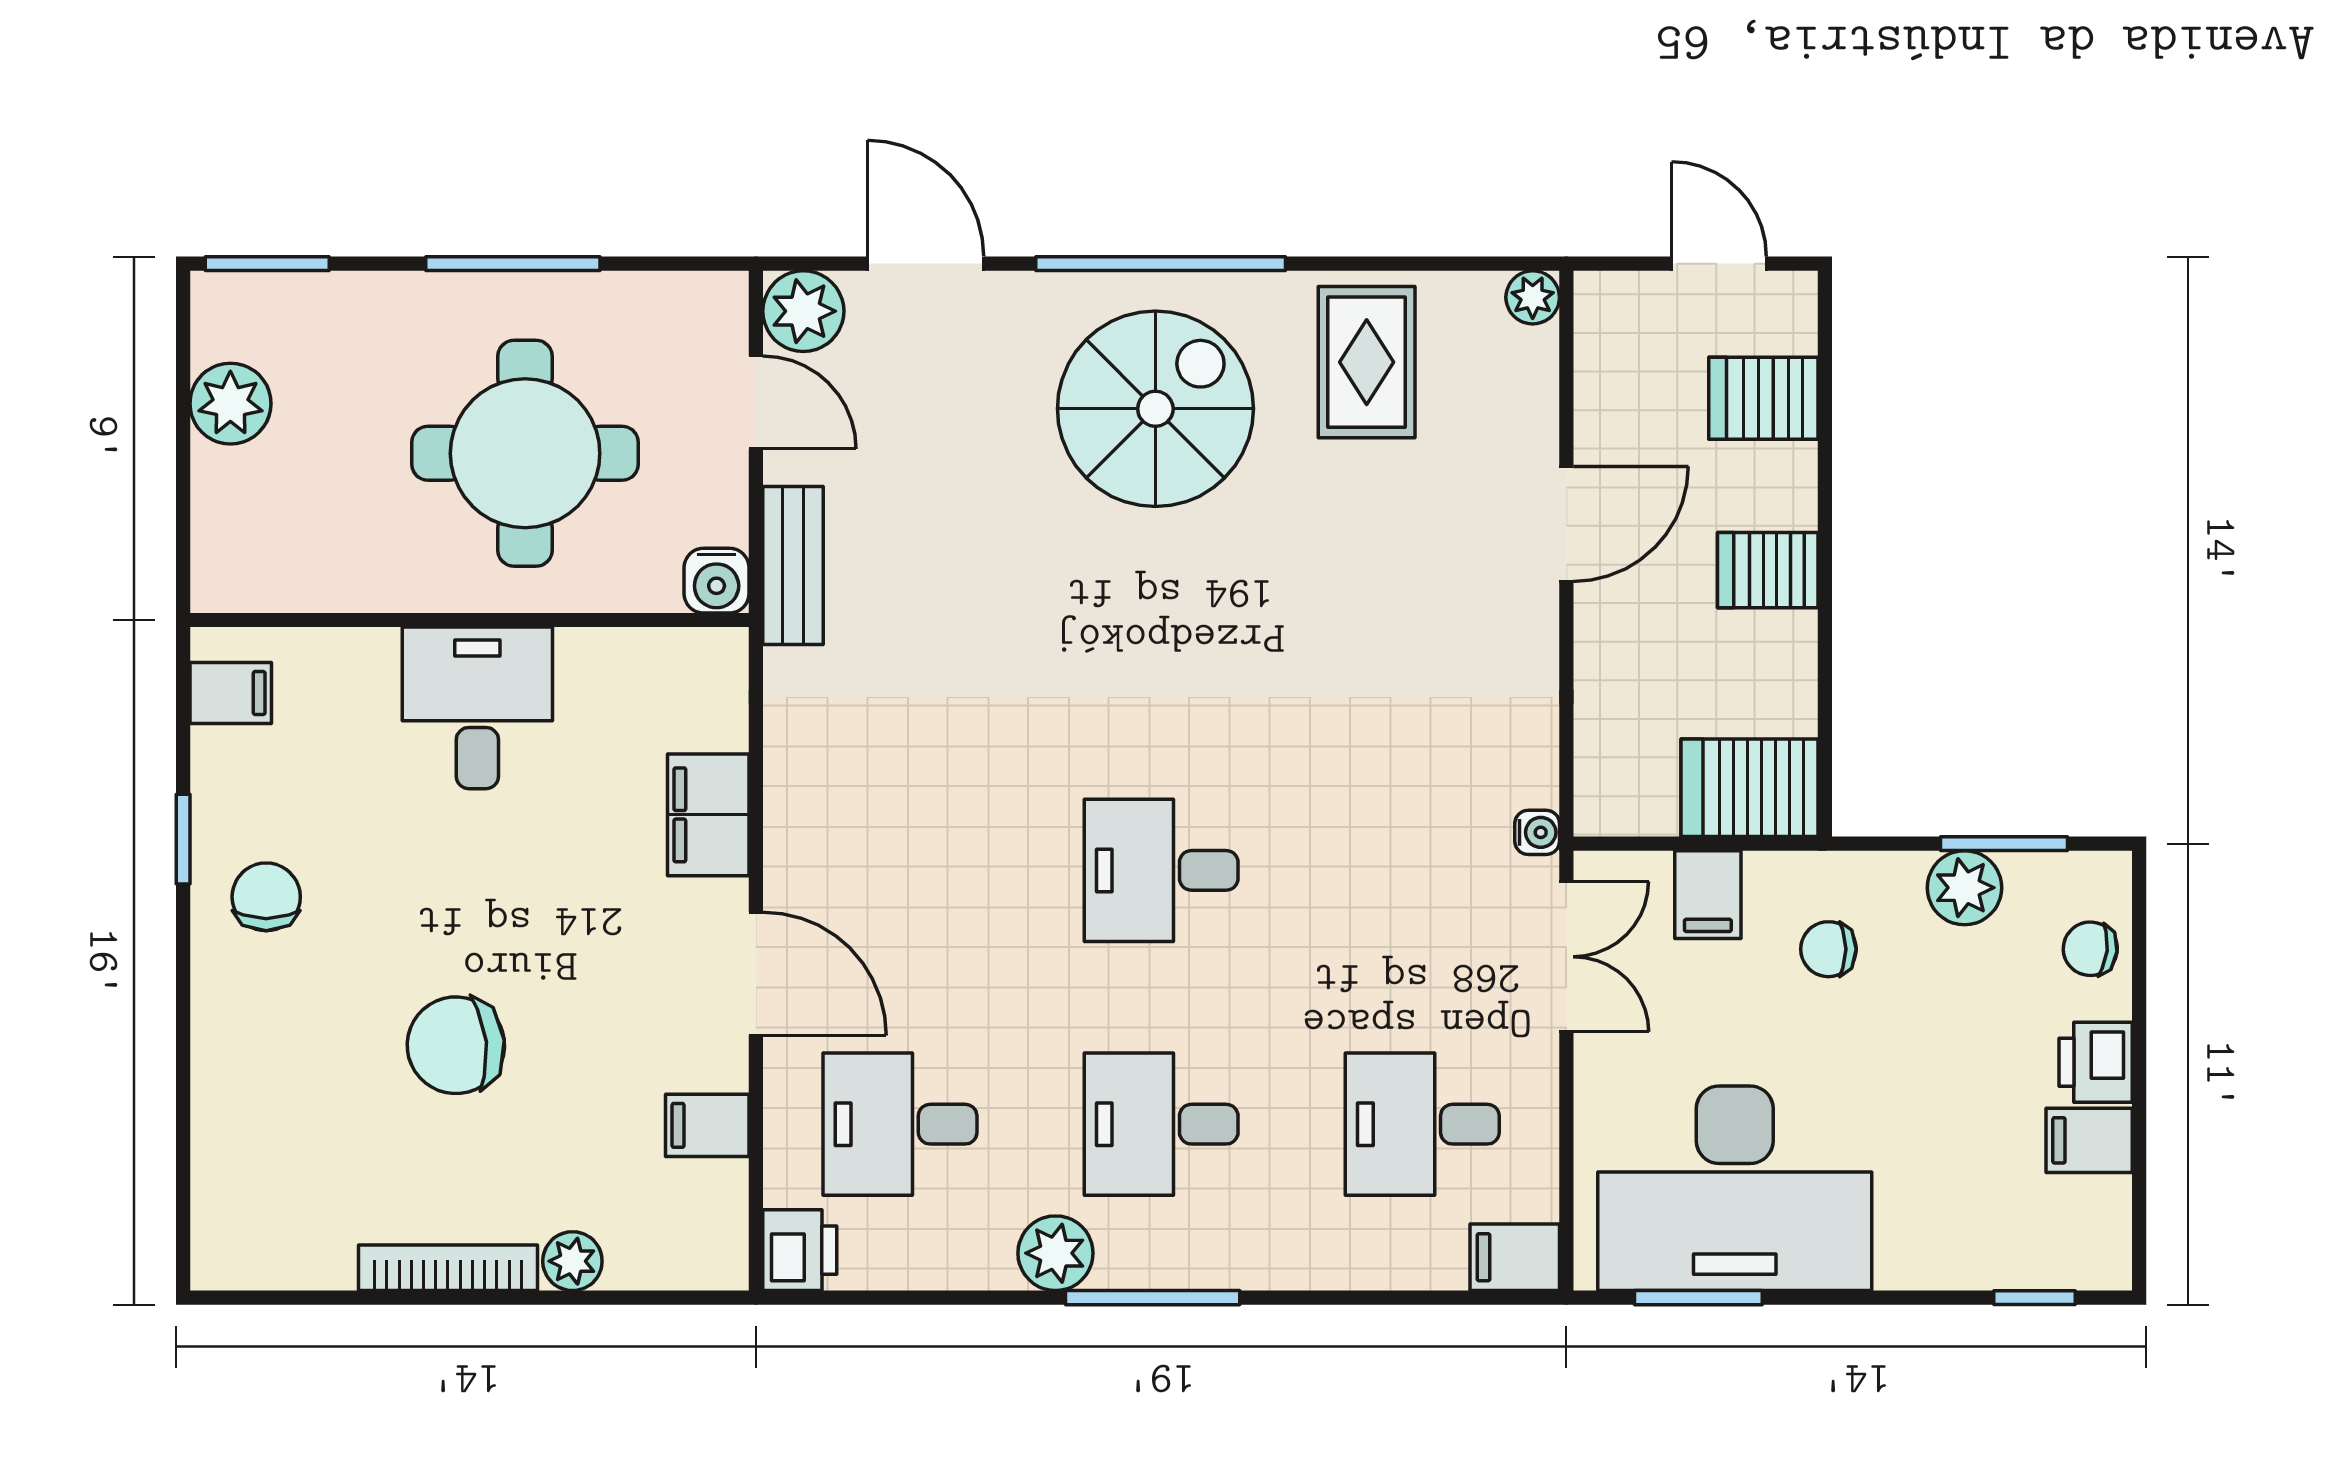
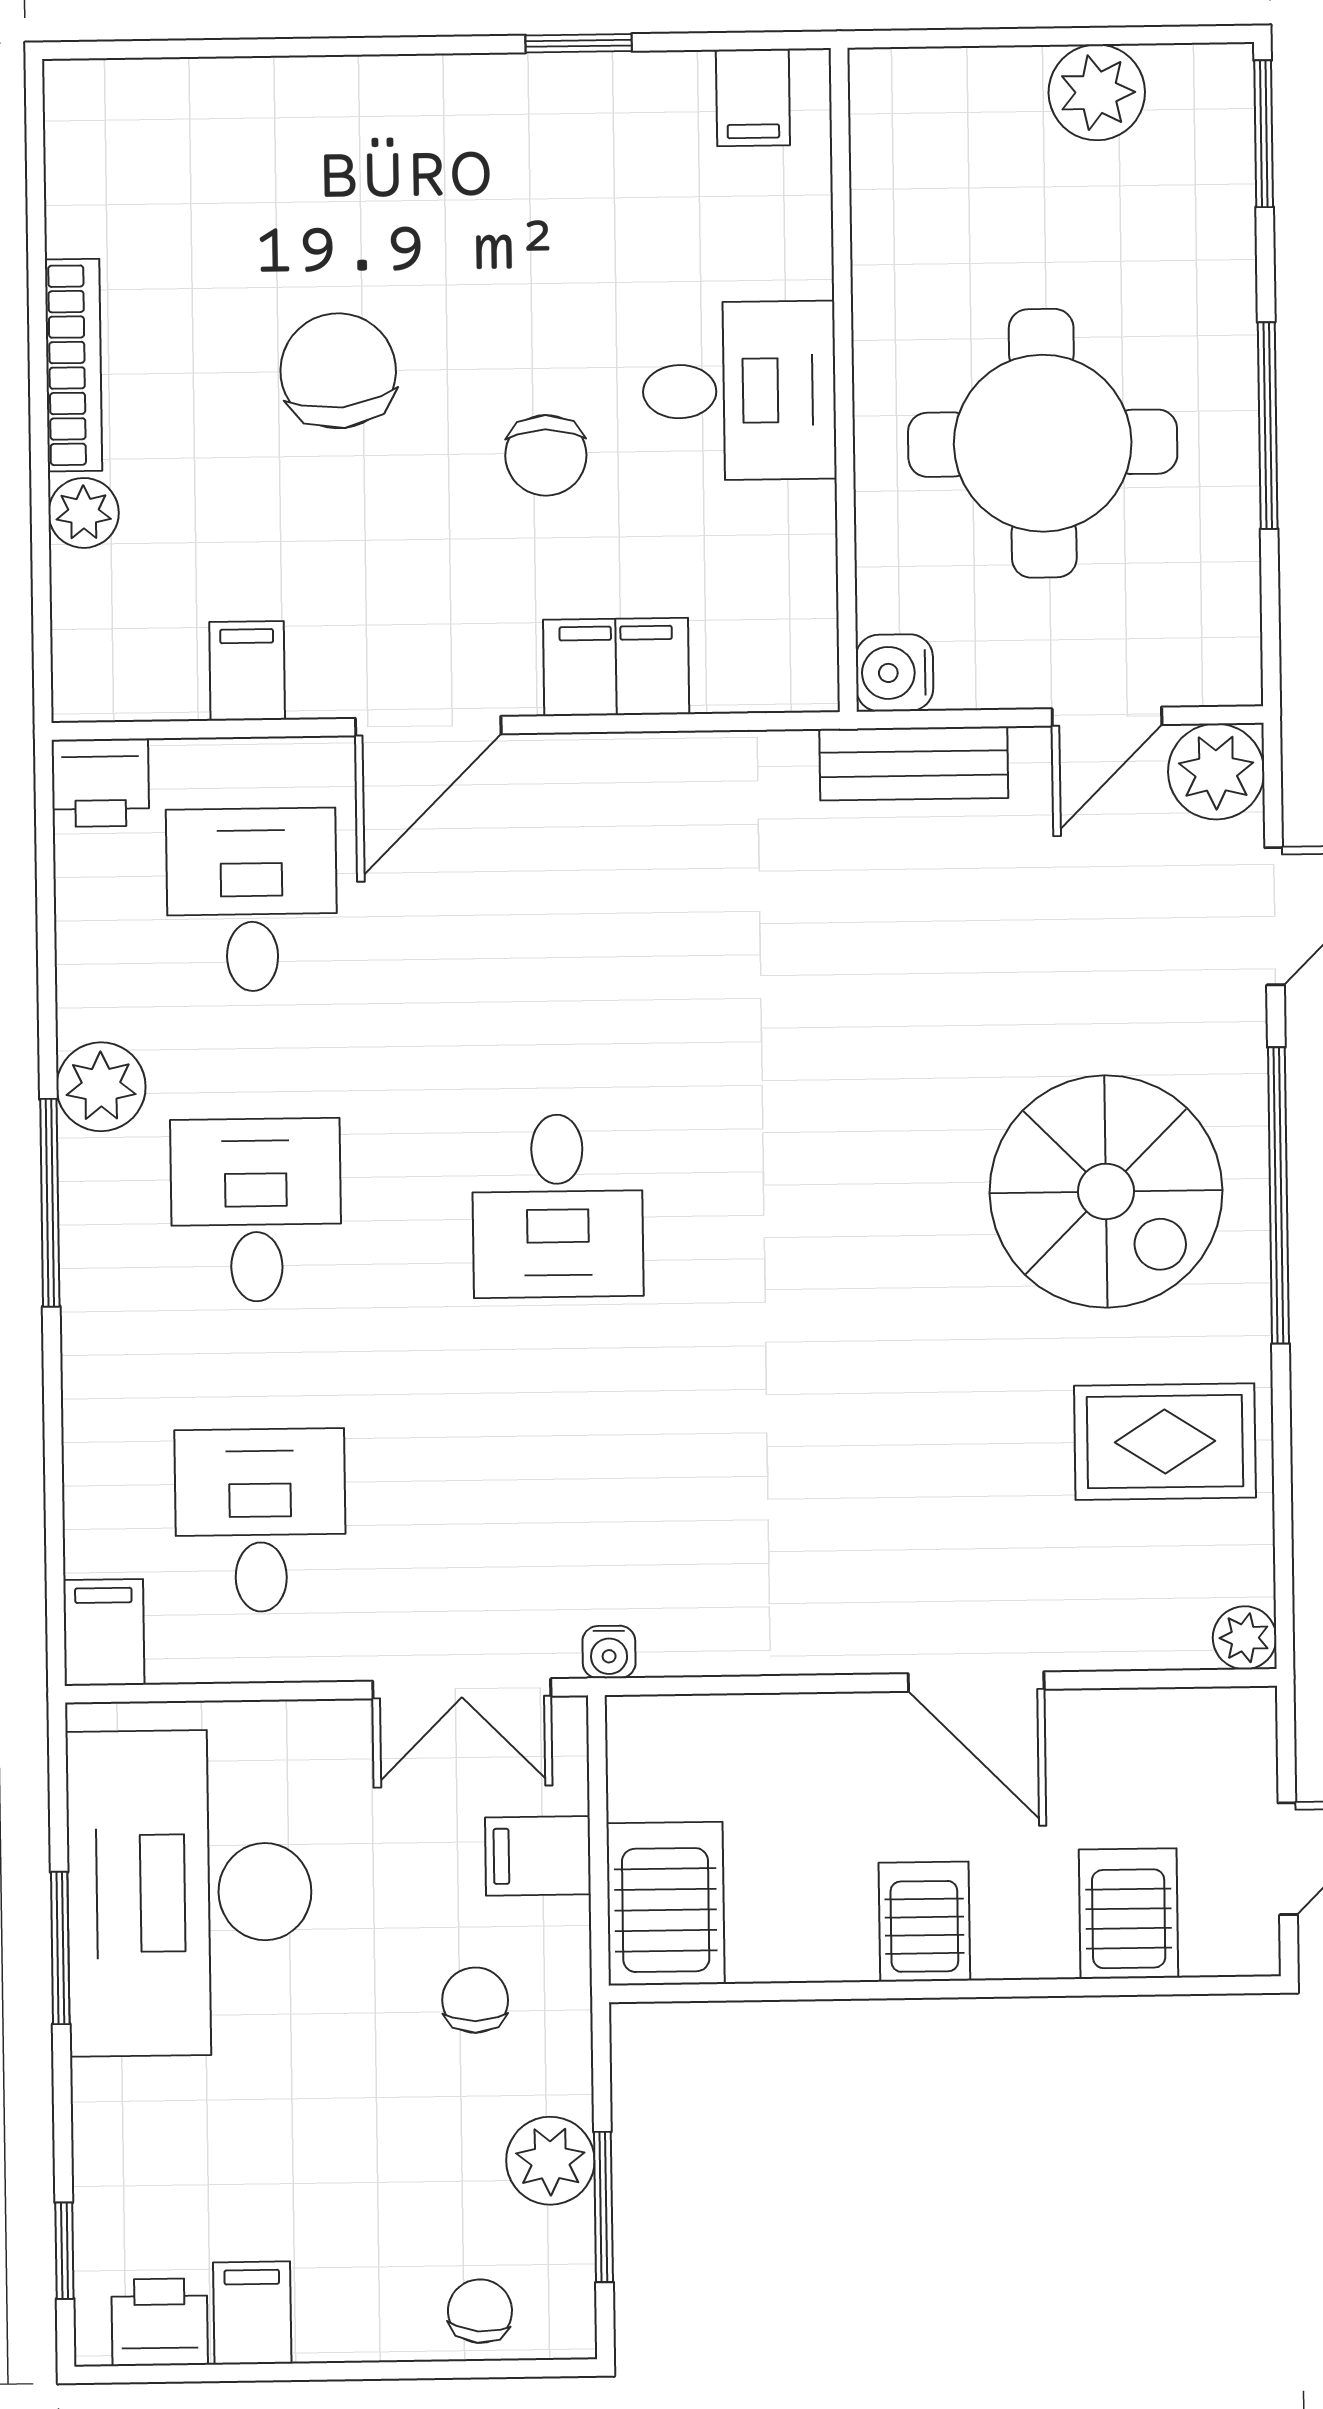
desk: (1161, 870) -> (558, 1206), turned 180
chair: (266, 897) -> (546, 455), moved, turned 90
printer: (2096, 1062) -> (160, 2322), moved
window: (1698, 1298) -> (60, 1948), moved

